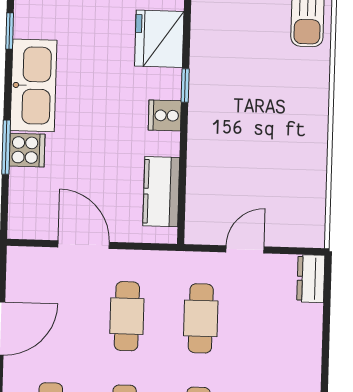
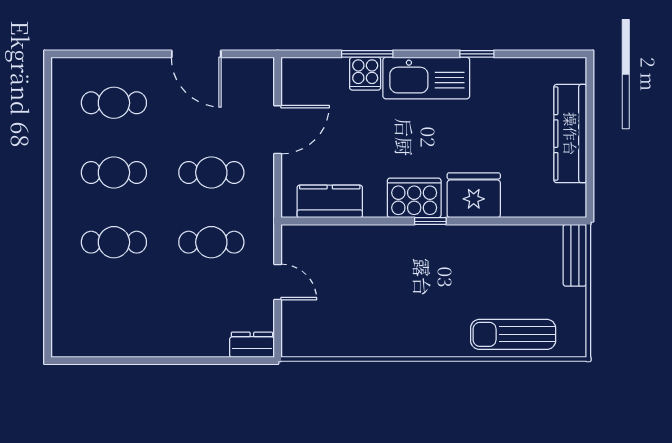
cooker: (165, 115) -> (414, 198), width x1.87, depth x1.31

